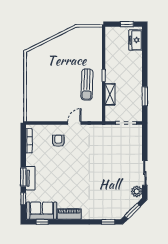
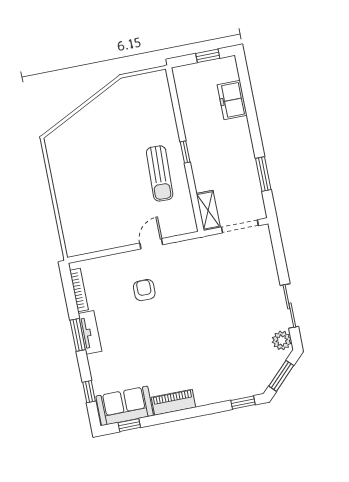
freezer: (136, 40) -> (232, 100), moved
shelving: (110, 94) -> (208, 210), moved
armchair: (58, 141) -> (144, 290), moved
window: (23, 177) -> (78, 335), moved
tv unit: (30, 178) -> (90, 332), moved

